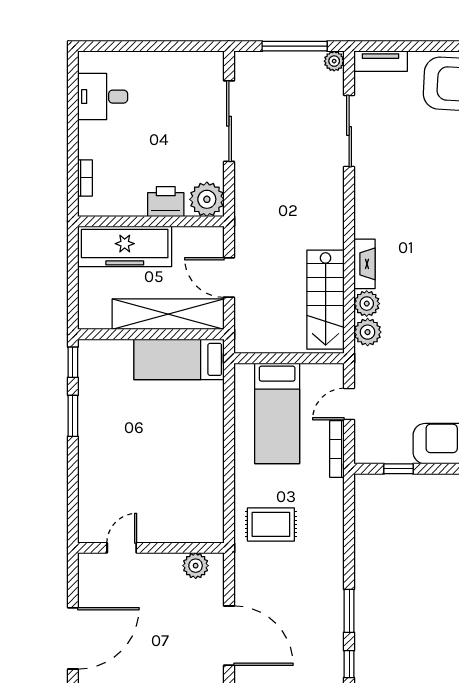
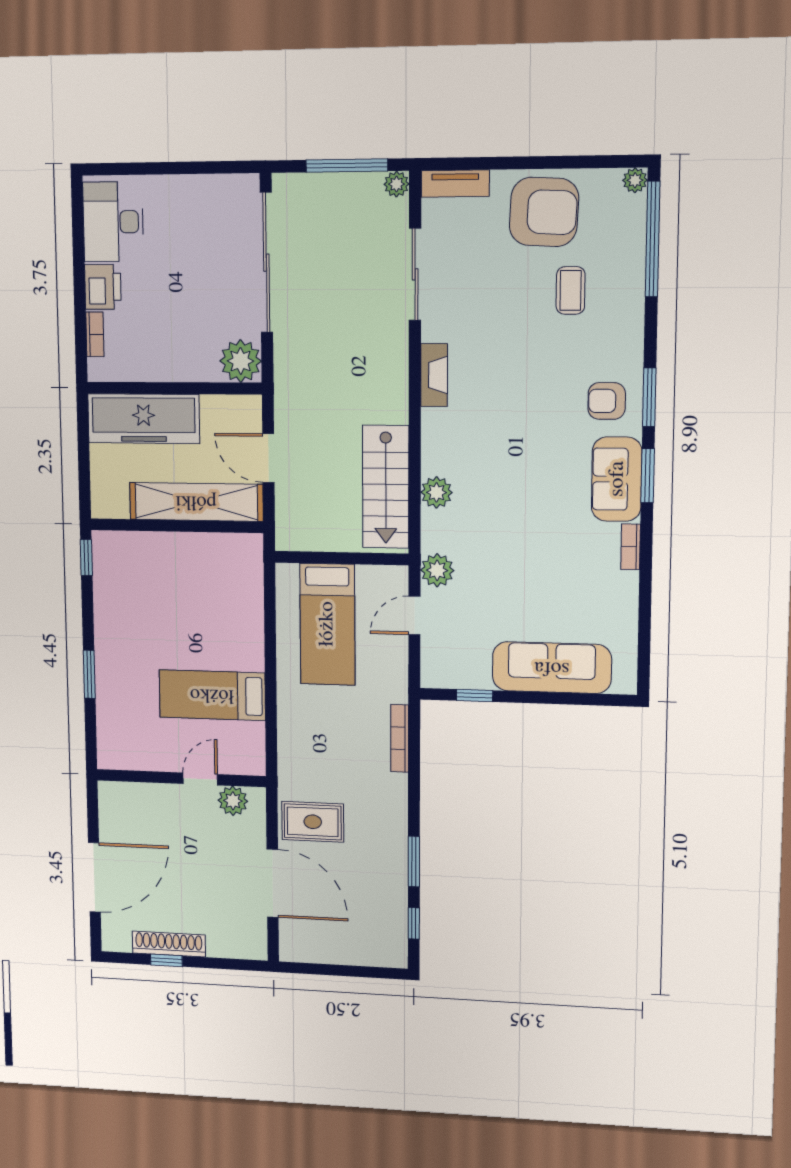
desk: (103, 97) -> (113, 222), width x1.37
sliding door: (229, 121) -> (266, 263), width x1.36
printer: (166, 202) -> (103, 287), moved, turned 90
fireplace: (364, 264) -> (434, 375), moved
plant: (368, 332) -> (437, 570), moved
bed: (179, 359) -> (212, 695), moved
window: (73, 416) -> (89, 674), moved
bookcase: (337, 449) -> (400, 738), moved
rug: (271, 524) -> (313, 822), moved
door: (122, 548) -> (200, 779), moved

